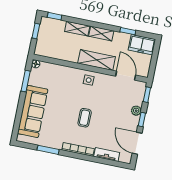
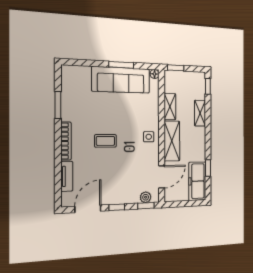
window: (36, 31) -> (176, 68), moved
shelving: (101, 34) -> (170, 107), moved
freezer: (142, 45) -> (197, 181), width x1.40
window: (26, 81) -> (121, 65), moved
sofa: (33, 111) -> (121, 80), moved
plant: (136, 111) -> (146, 197), moved

